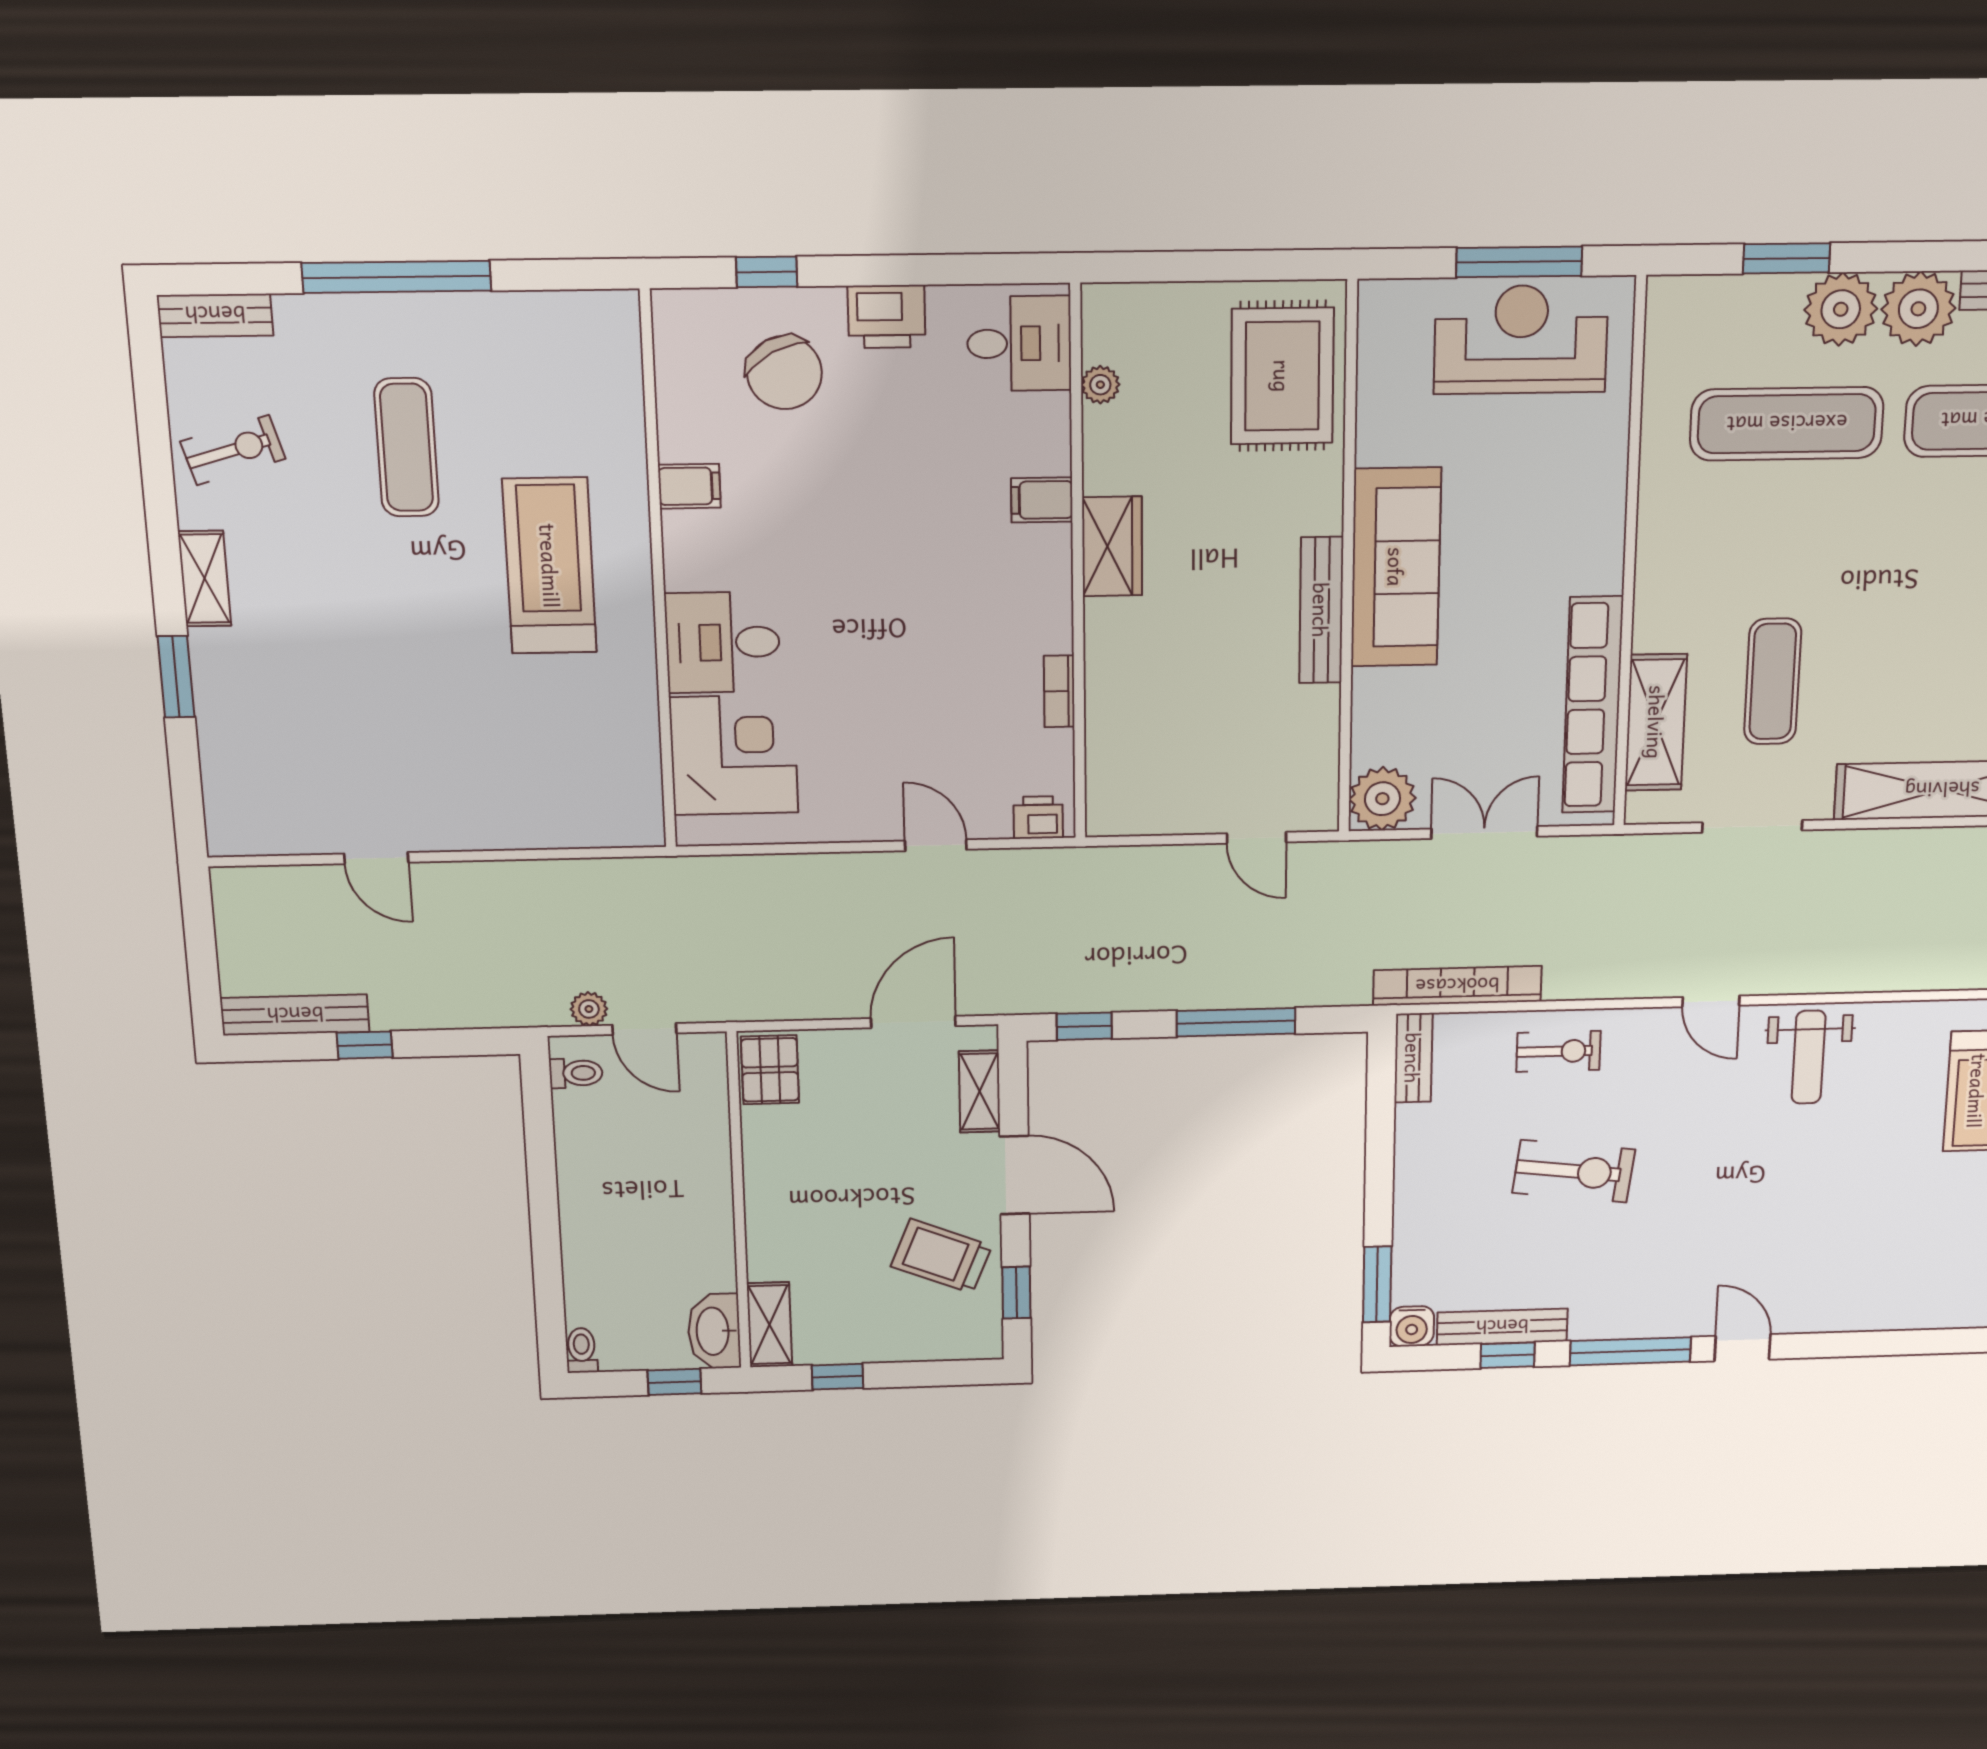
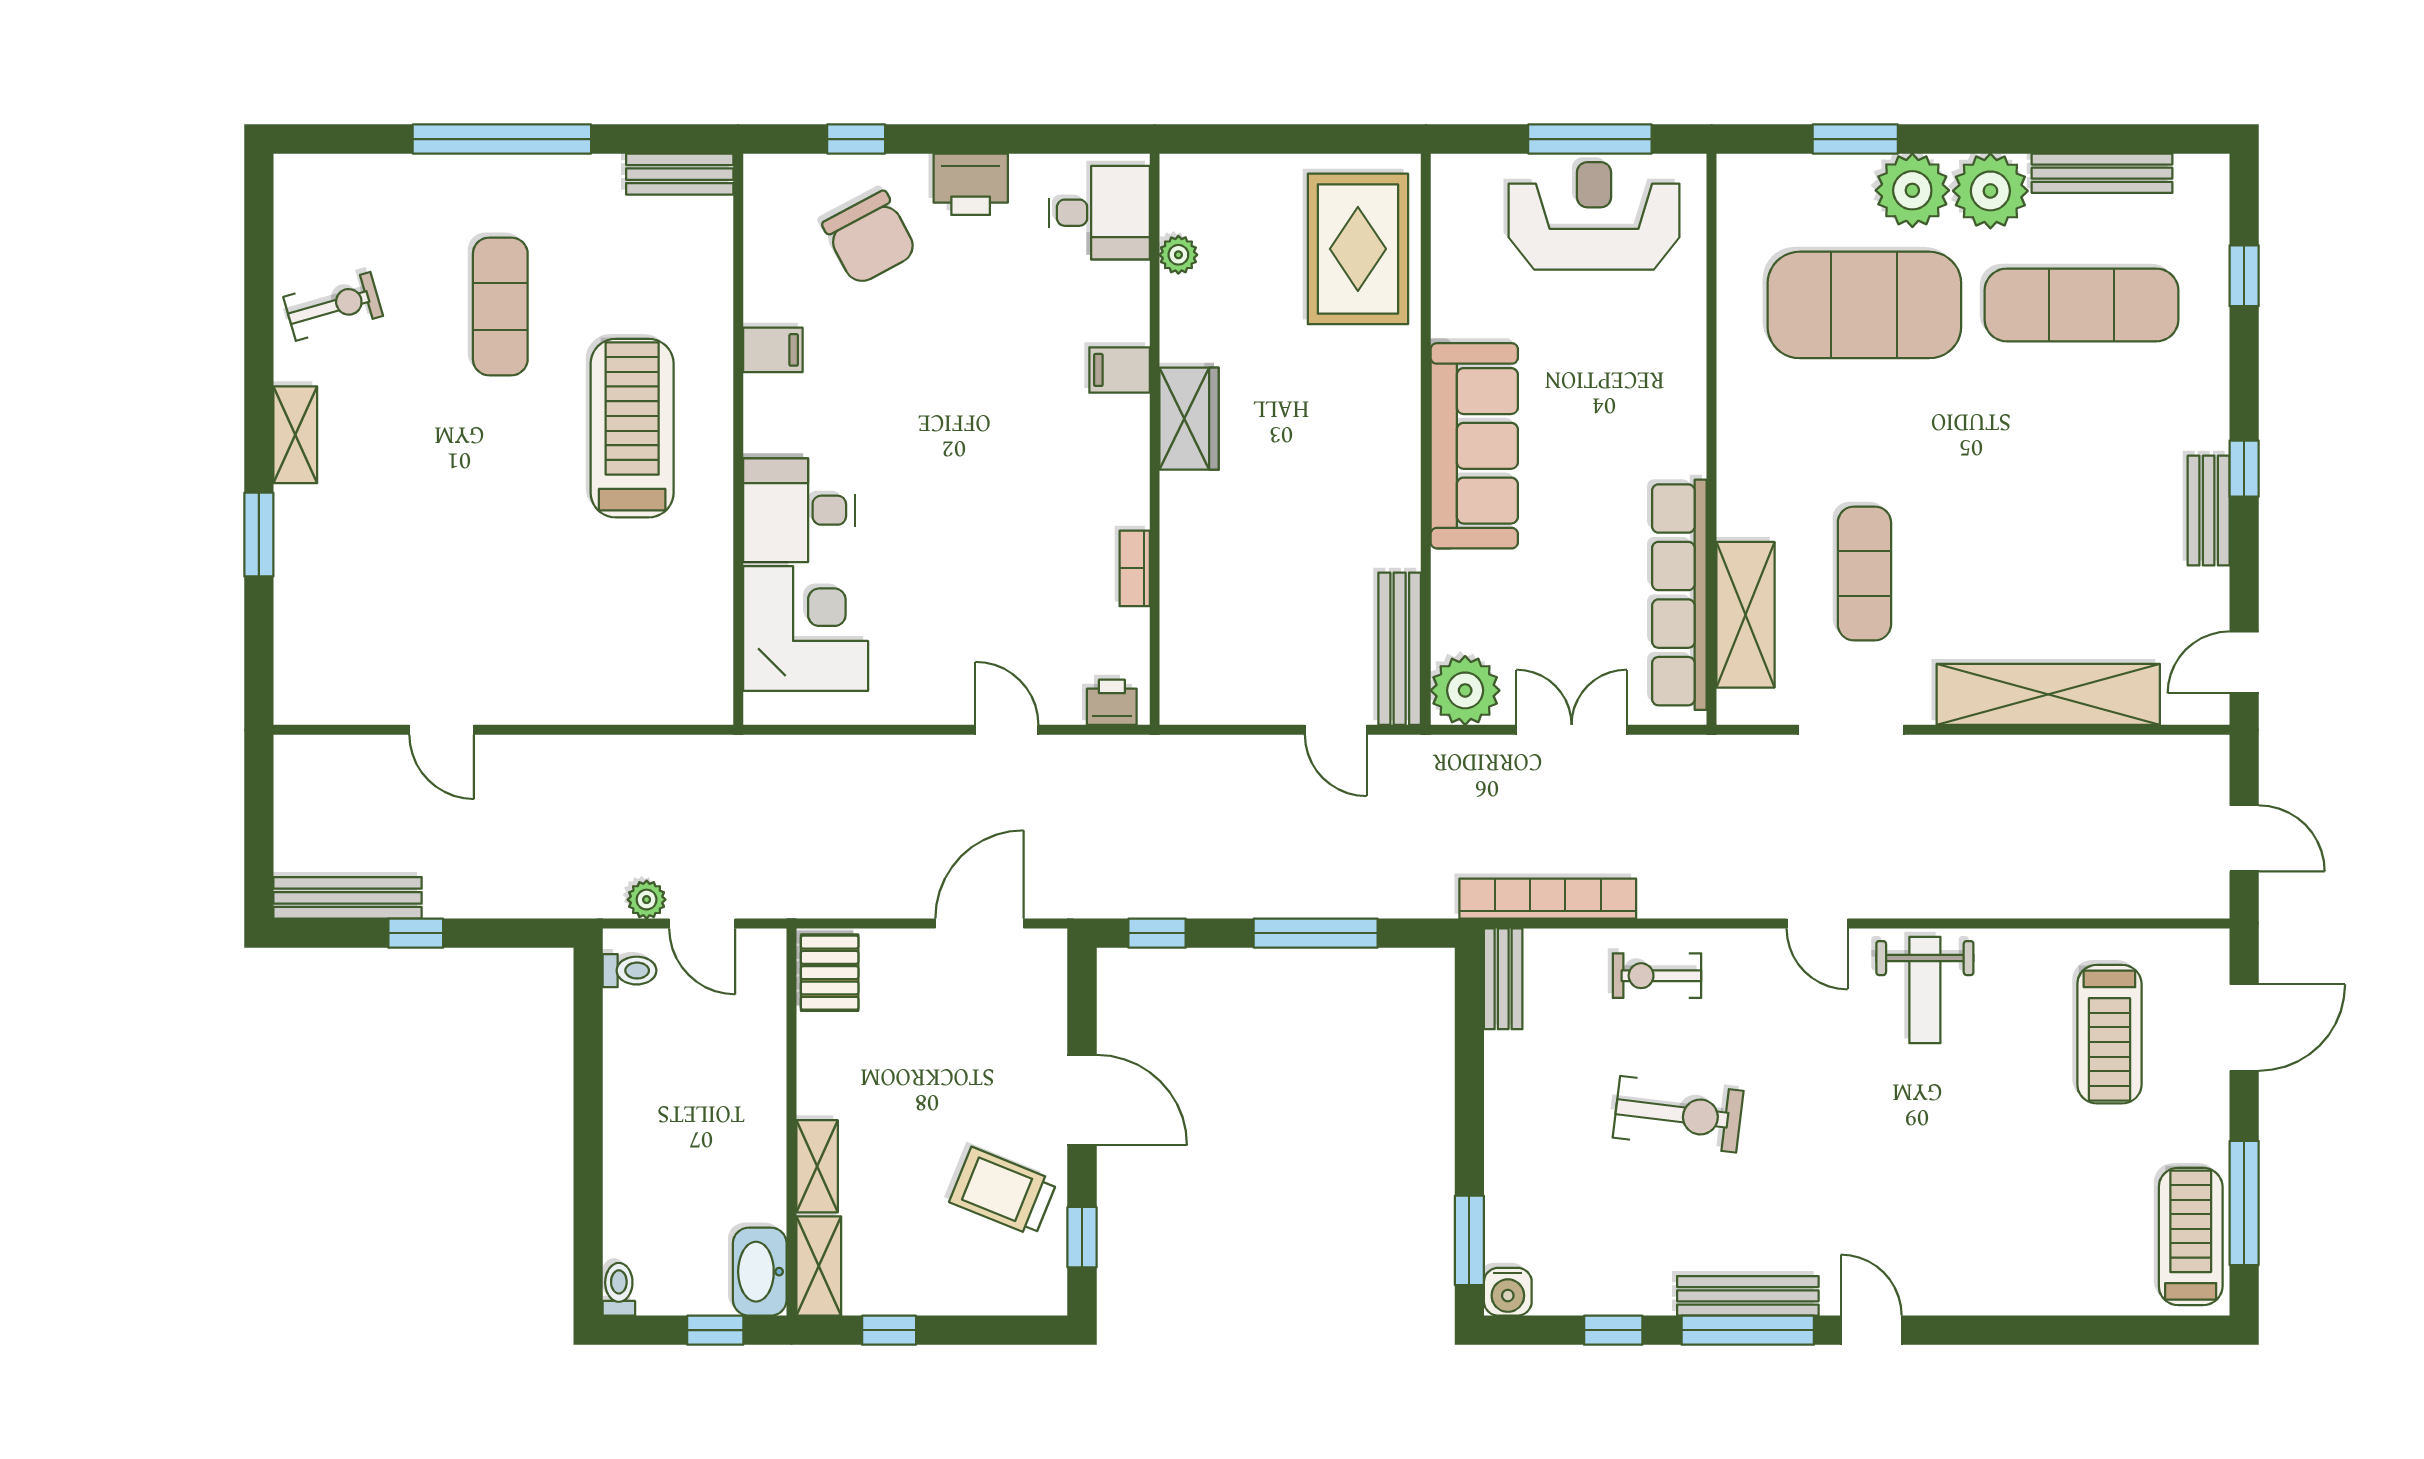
bench: (215, 315) -> (680, 174), moved
exercise mat: (1787, 424) -> (1864, 305), width x1.47
bench: (1321, 610) -> (1400, 649), moved
exercise bike: (1558, 1051) -> (1657, 976), turned 180
shelving: (979, 1091) -> (817, 1166), moved
bench: (1502, 1327) -> (1748, 1296), moved

